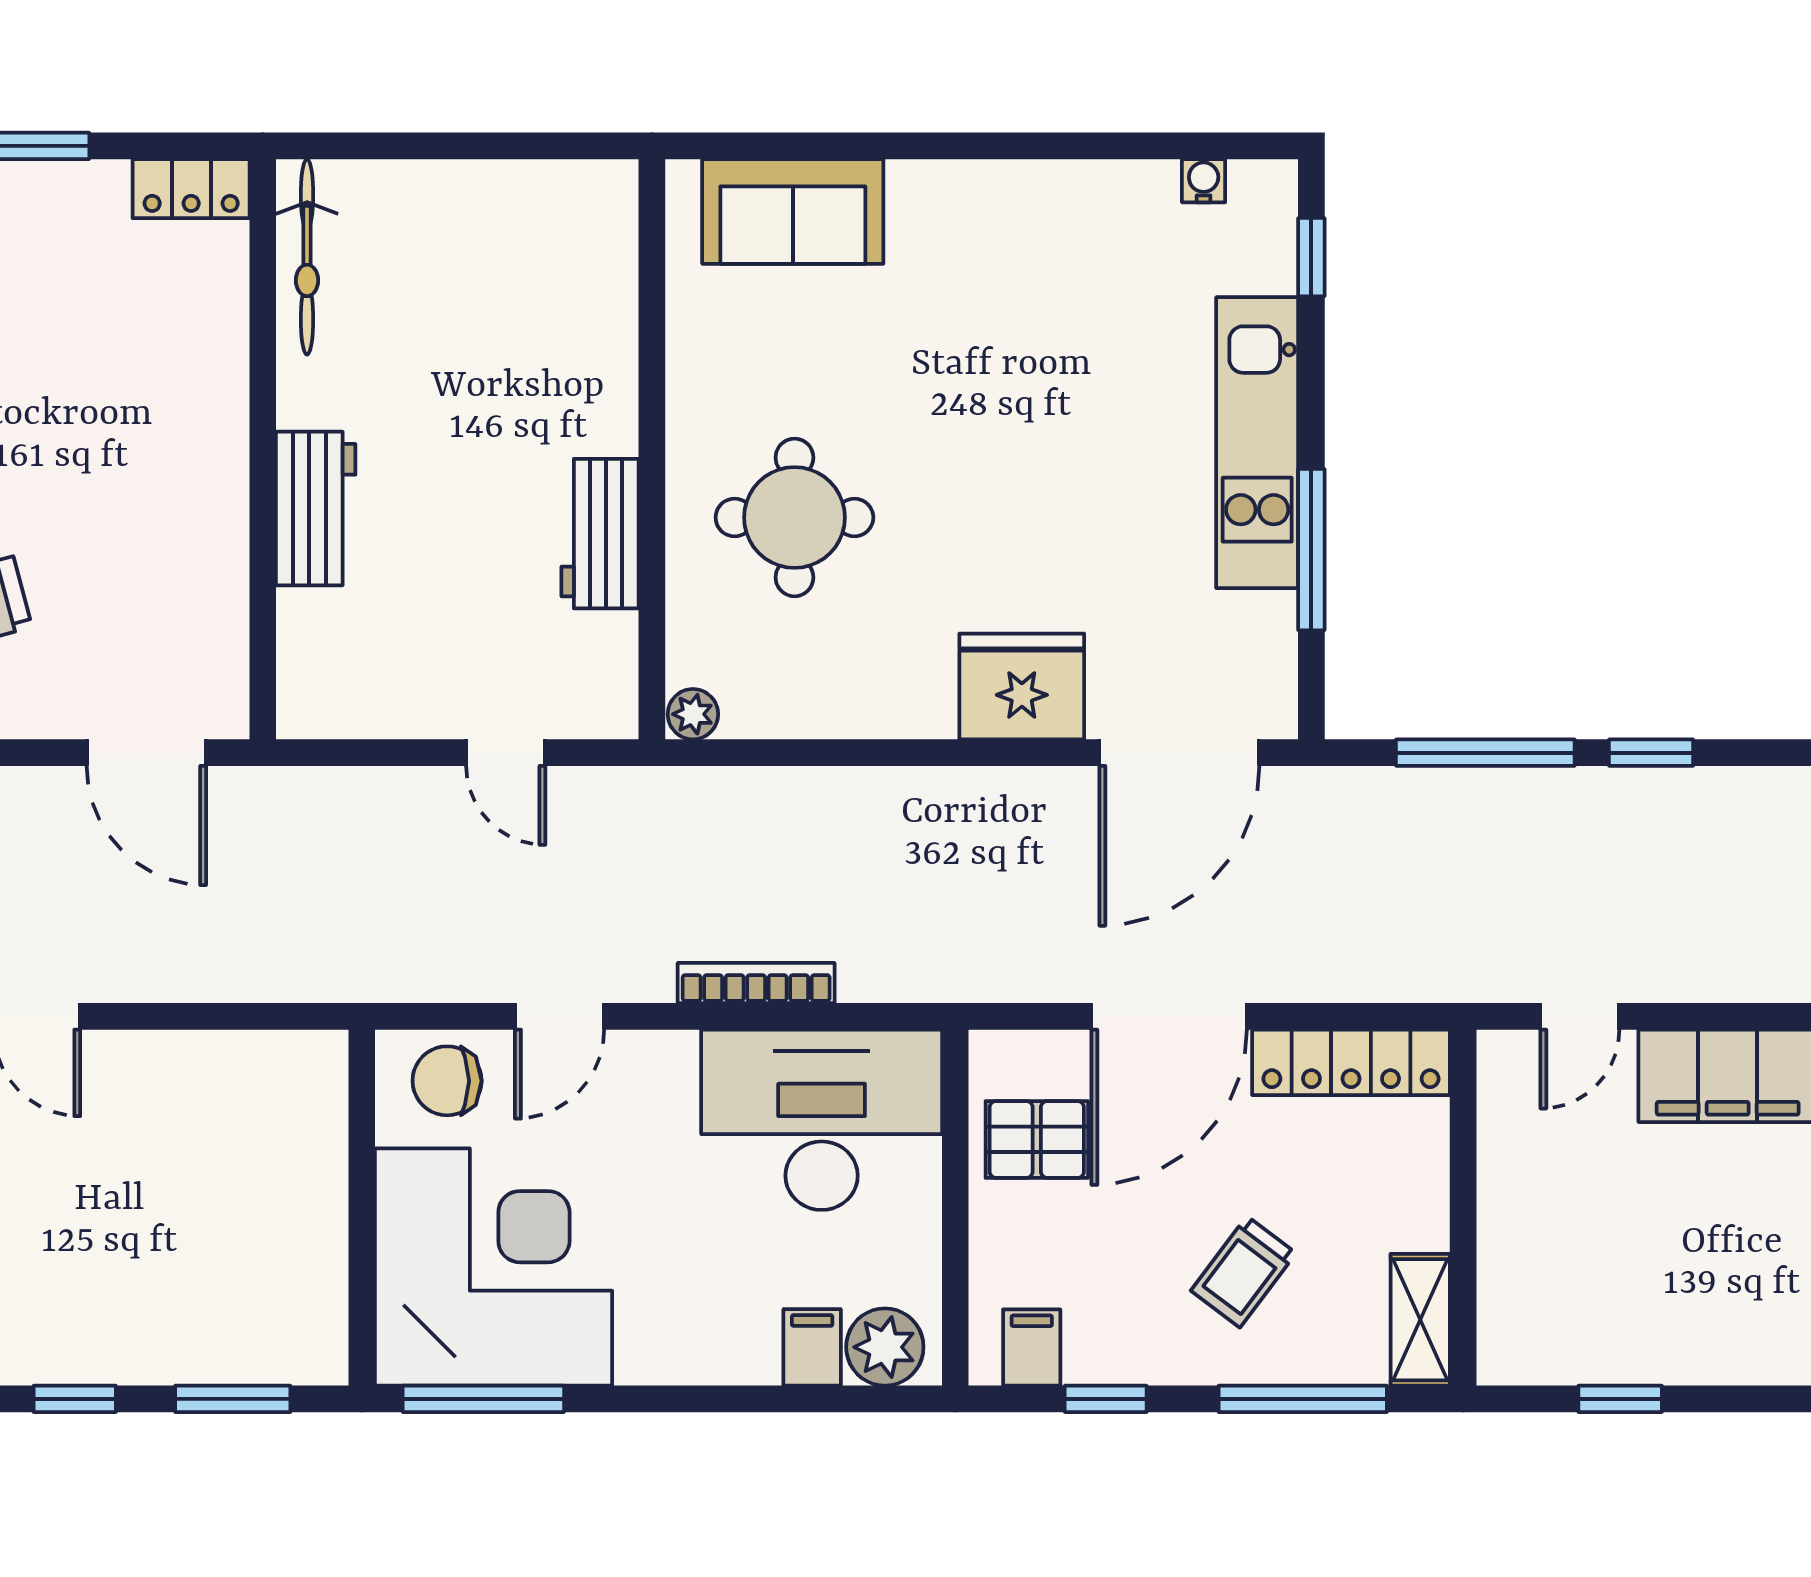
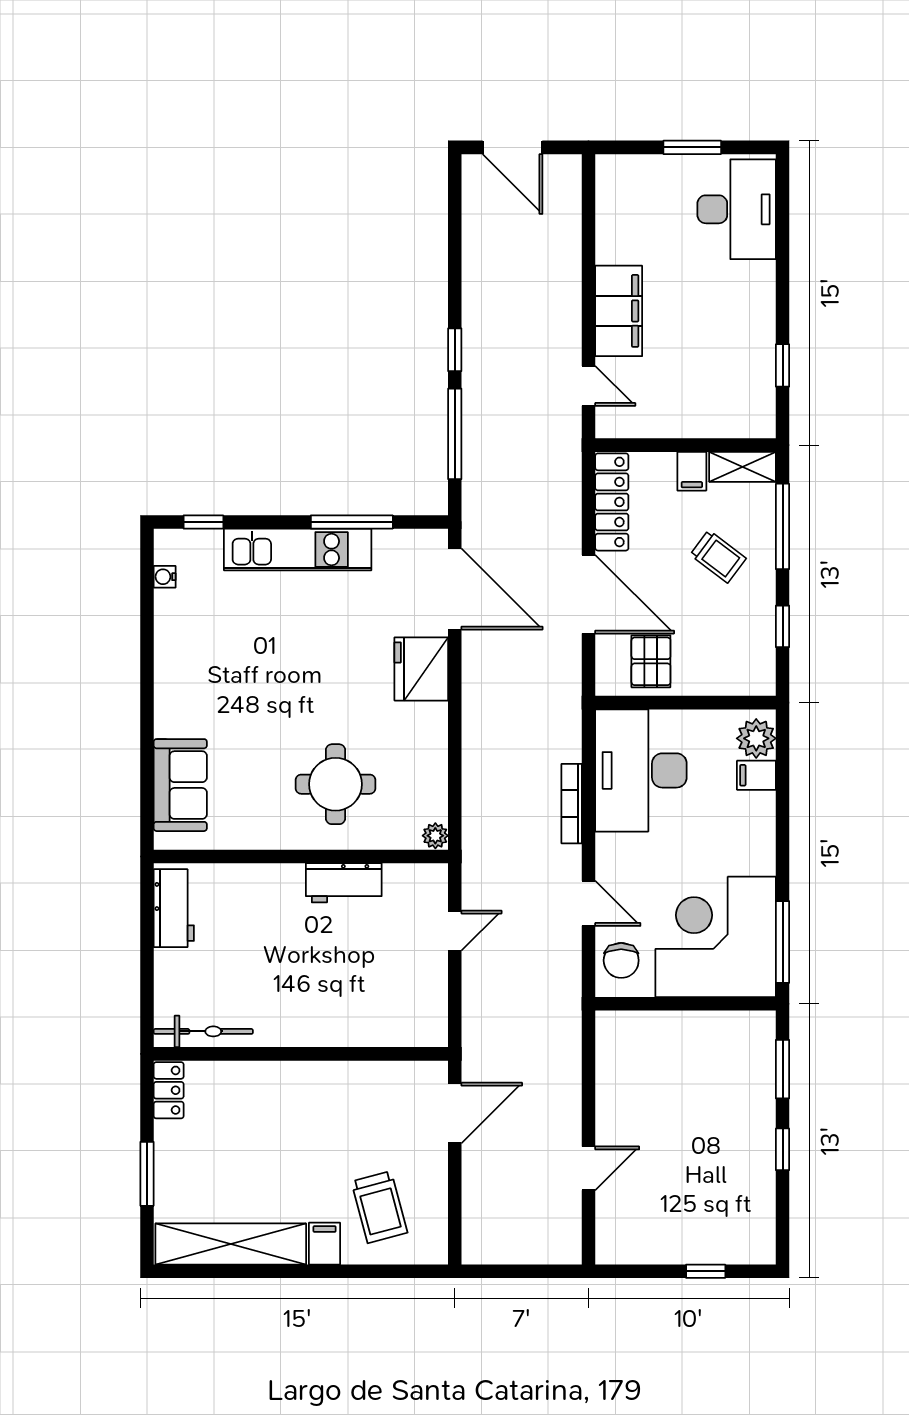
workbench: (316, 508) -> (174, 908), moved, turned 90
filing cabinet: (1032, 1348) -> (692, 471), moved, turned -90

